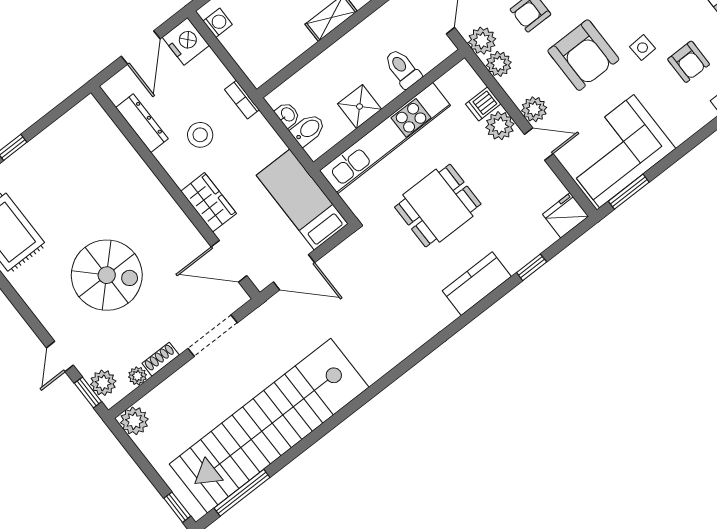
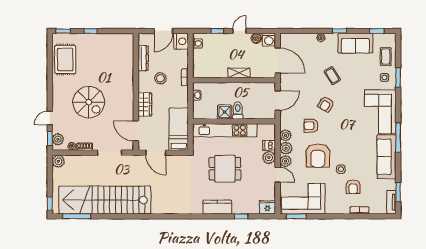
plant: (482, 41) -> (286, 148), moved
toilet: (403, 69) -> (238, 111), moved
bidet: (308, 130) -> (200, 106), removed

